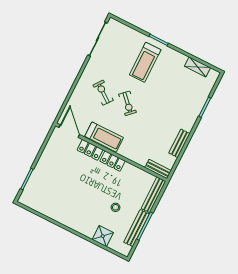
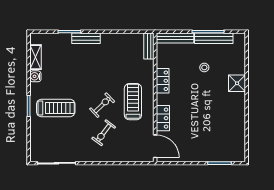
water cooler: (181, 59) -> (35, 76), added
door: (69, 131) -> (155, 146), swing flipped
treadmill: (104, 137) -> (133, 102), moved
bench: (179, 143) -> (86, 38), moved
locker: (113, 161) -> (163, 81), moved
shower: (103, 236) -> (237, 83), moved

